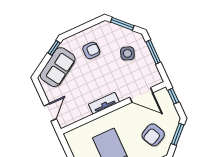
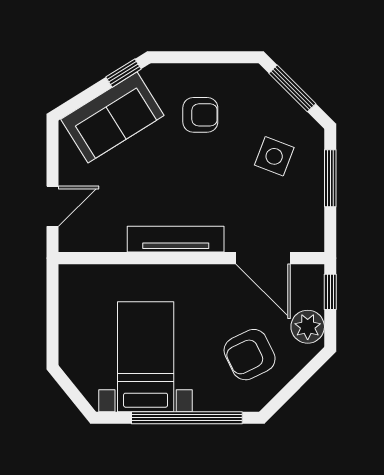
tv unit: (104, 103) -> (176, 239), width x1.41
plant: (171, 114) -> (308, 327), added
window: (178, 134) -> (302, 377), removed

